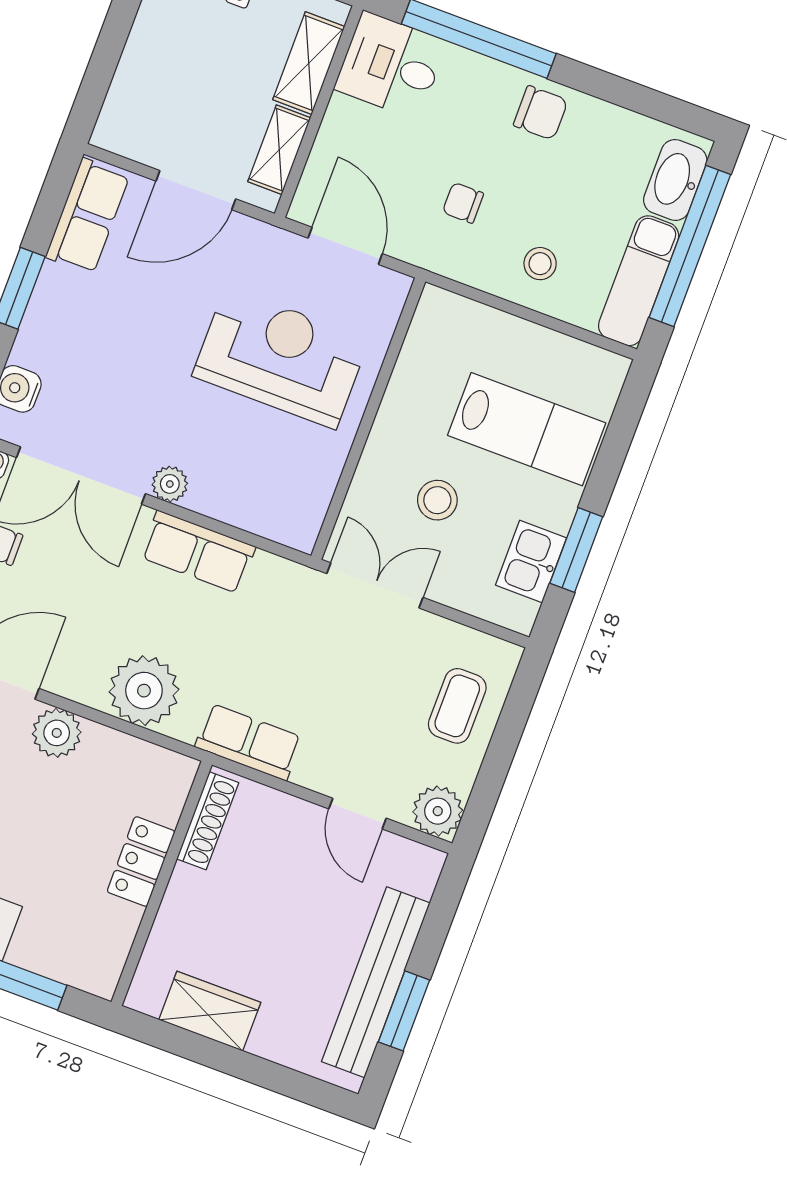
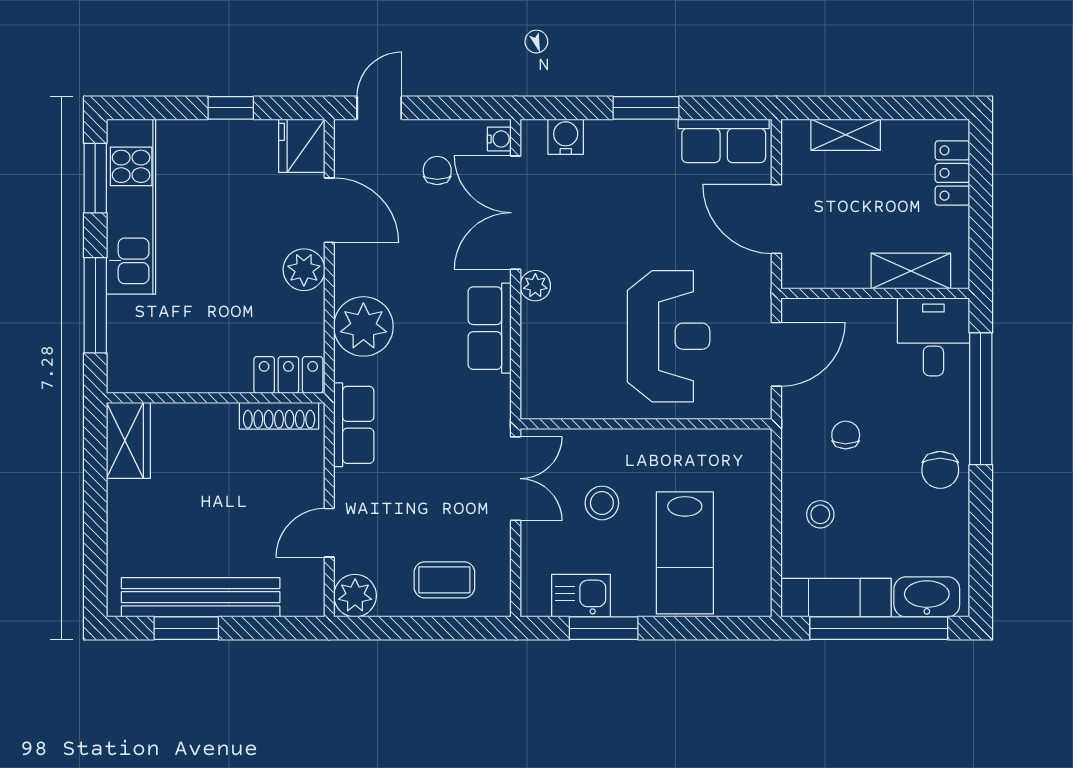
shelving: (279, 150) -> (846, 135), moved
locker: (141, 862) -> (288, 375), moved
wardrobe: (210, 1011) -> (128, 440), moved

